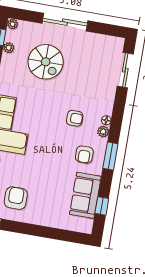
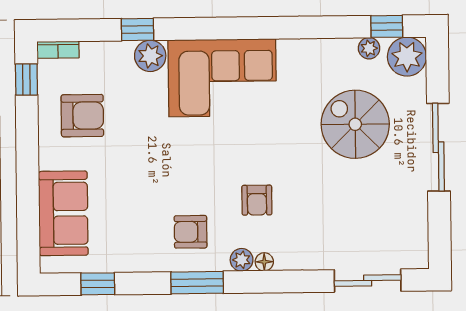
plant: (13, 24) -> (407, 57), width x1.88, depth x1.88
spiral stairs: (46, 62) -> (355, 124), turned 90
sofa: (85, 195) -> (63, 213), moved, turned 90

